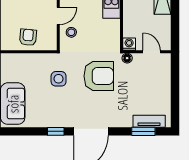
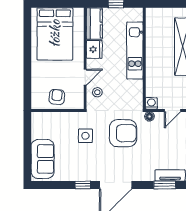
door: (152, 52) -> (172, 110), swing flipped

